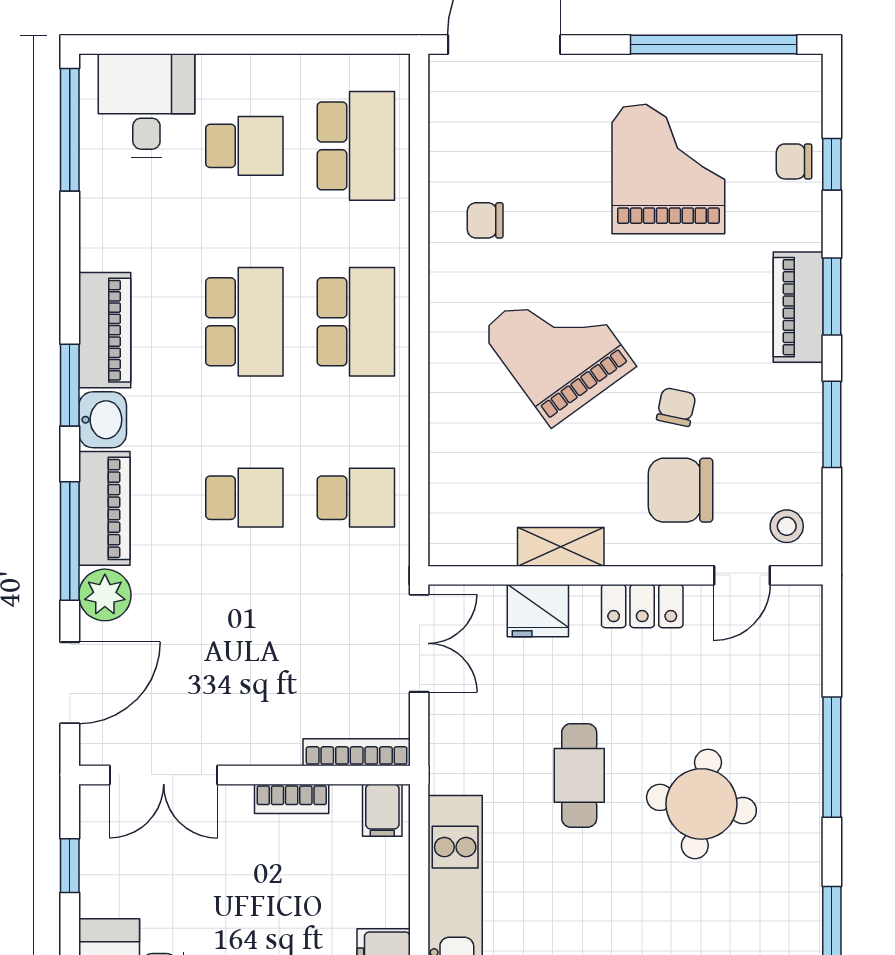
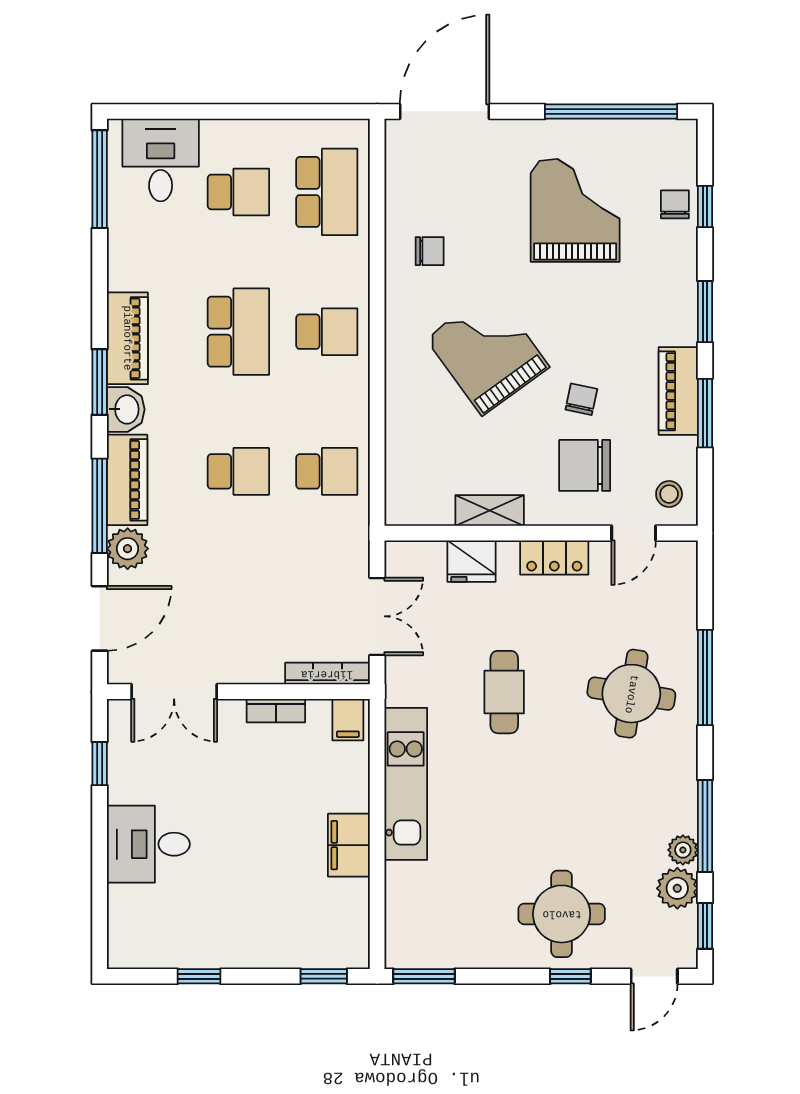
chair: (794, 161) -> (675, 204), turned 90
chair: (485, 220) -> (430, 251), turned 180
piano: (798, 307) -> (678, 391), moved
school desk: (356, 322) -> (327, 332), width x0.54
double door: (419, 643) -> (377, 616), moved
round table: (701, 804) -> (631, 694), moved

